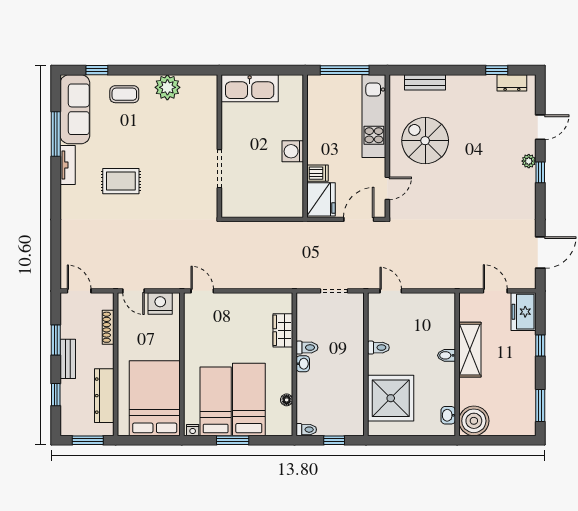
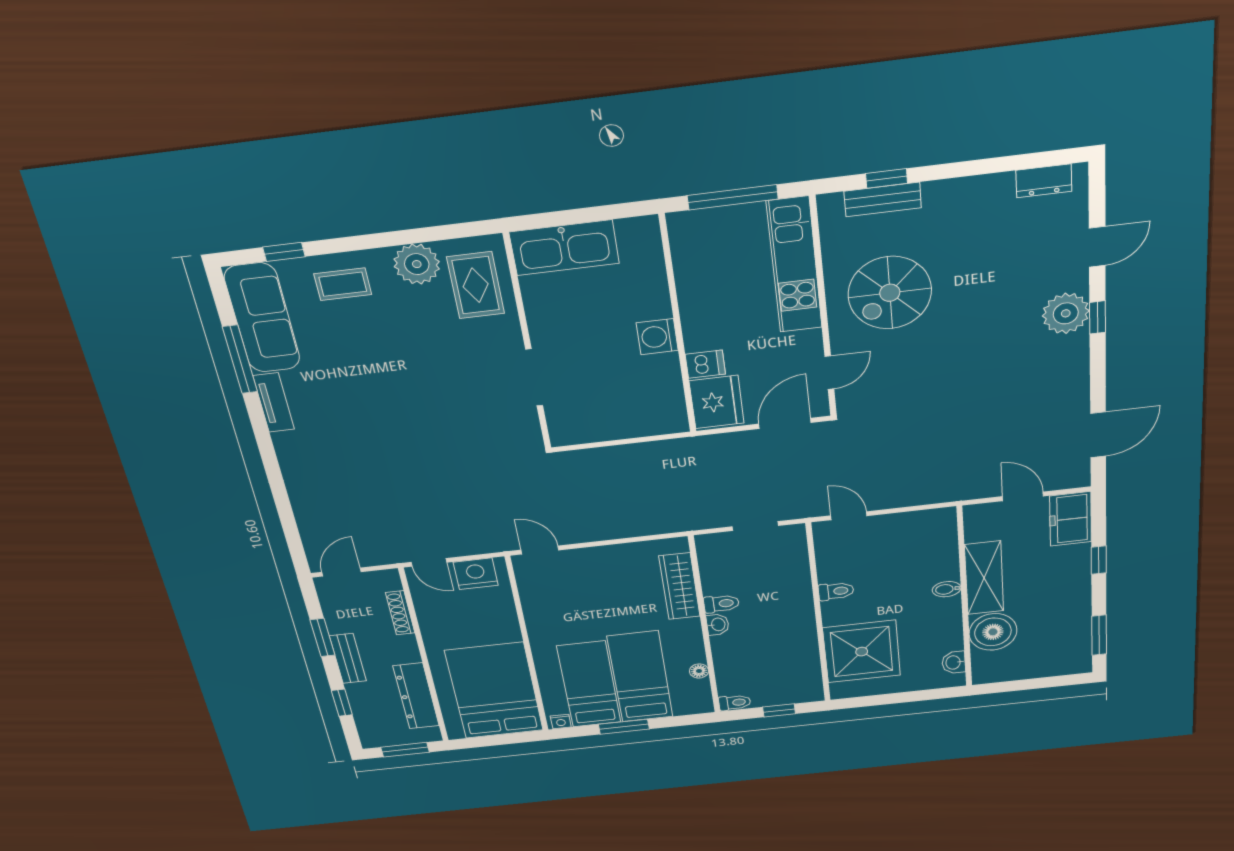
window: (497, 70) -> (887, 178), moved
spiral stairs: (425, 141) -> (890, 293), turned -90
plant: (529, 161) -> (1066, 313), width x1.88, depth x1.88
rug: (121, 181) -> (476, 285), moved, turned 90
door: (79, 291) -> (341, 572), hinge flipped
wardrobe: (283, 330) -> (680, 586), width x1.50
boiler: (474, 421) -> (993, 632), moved

